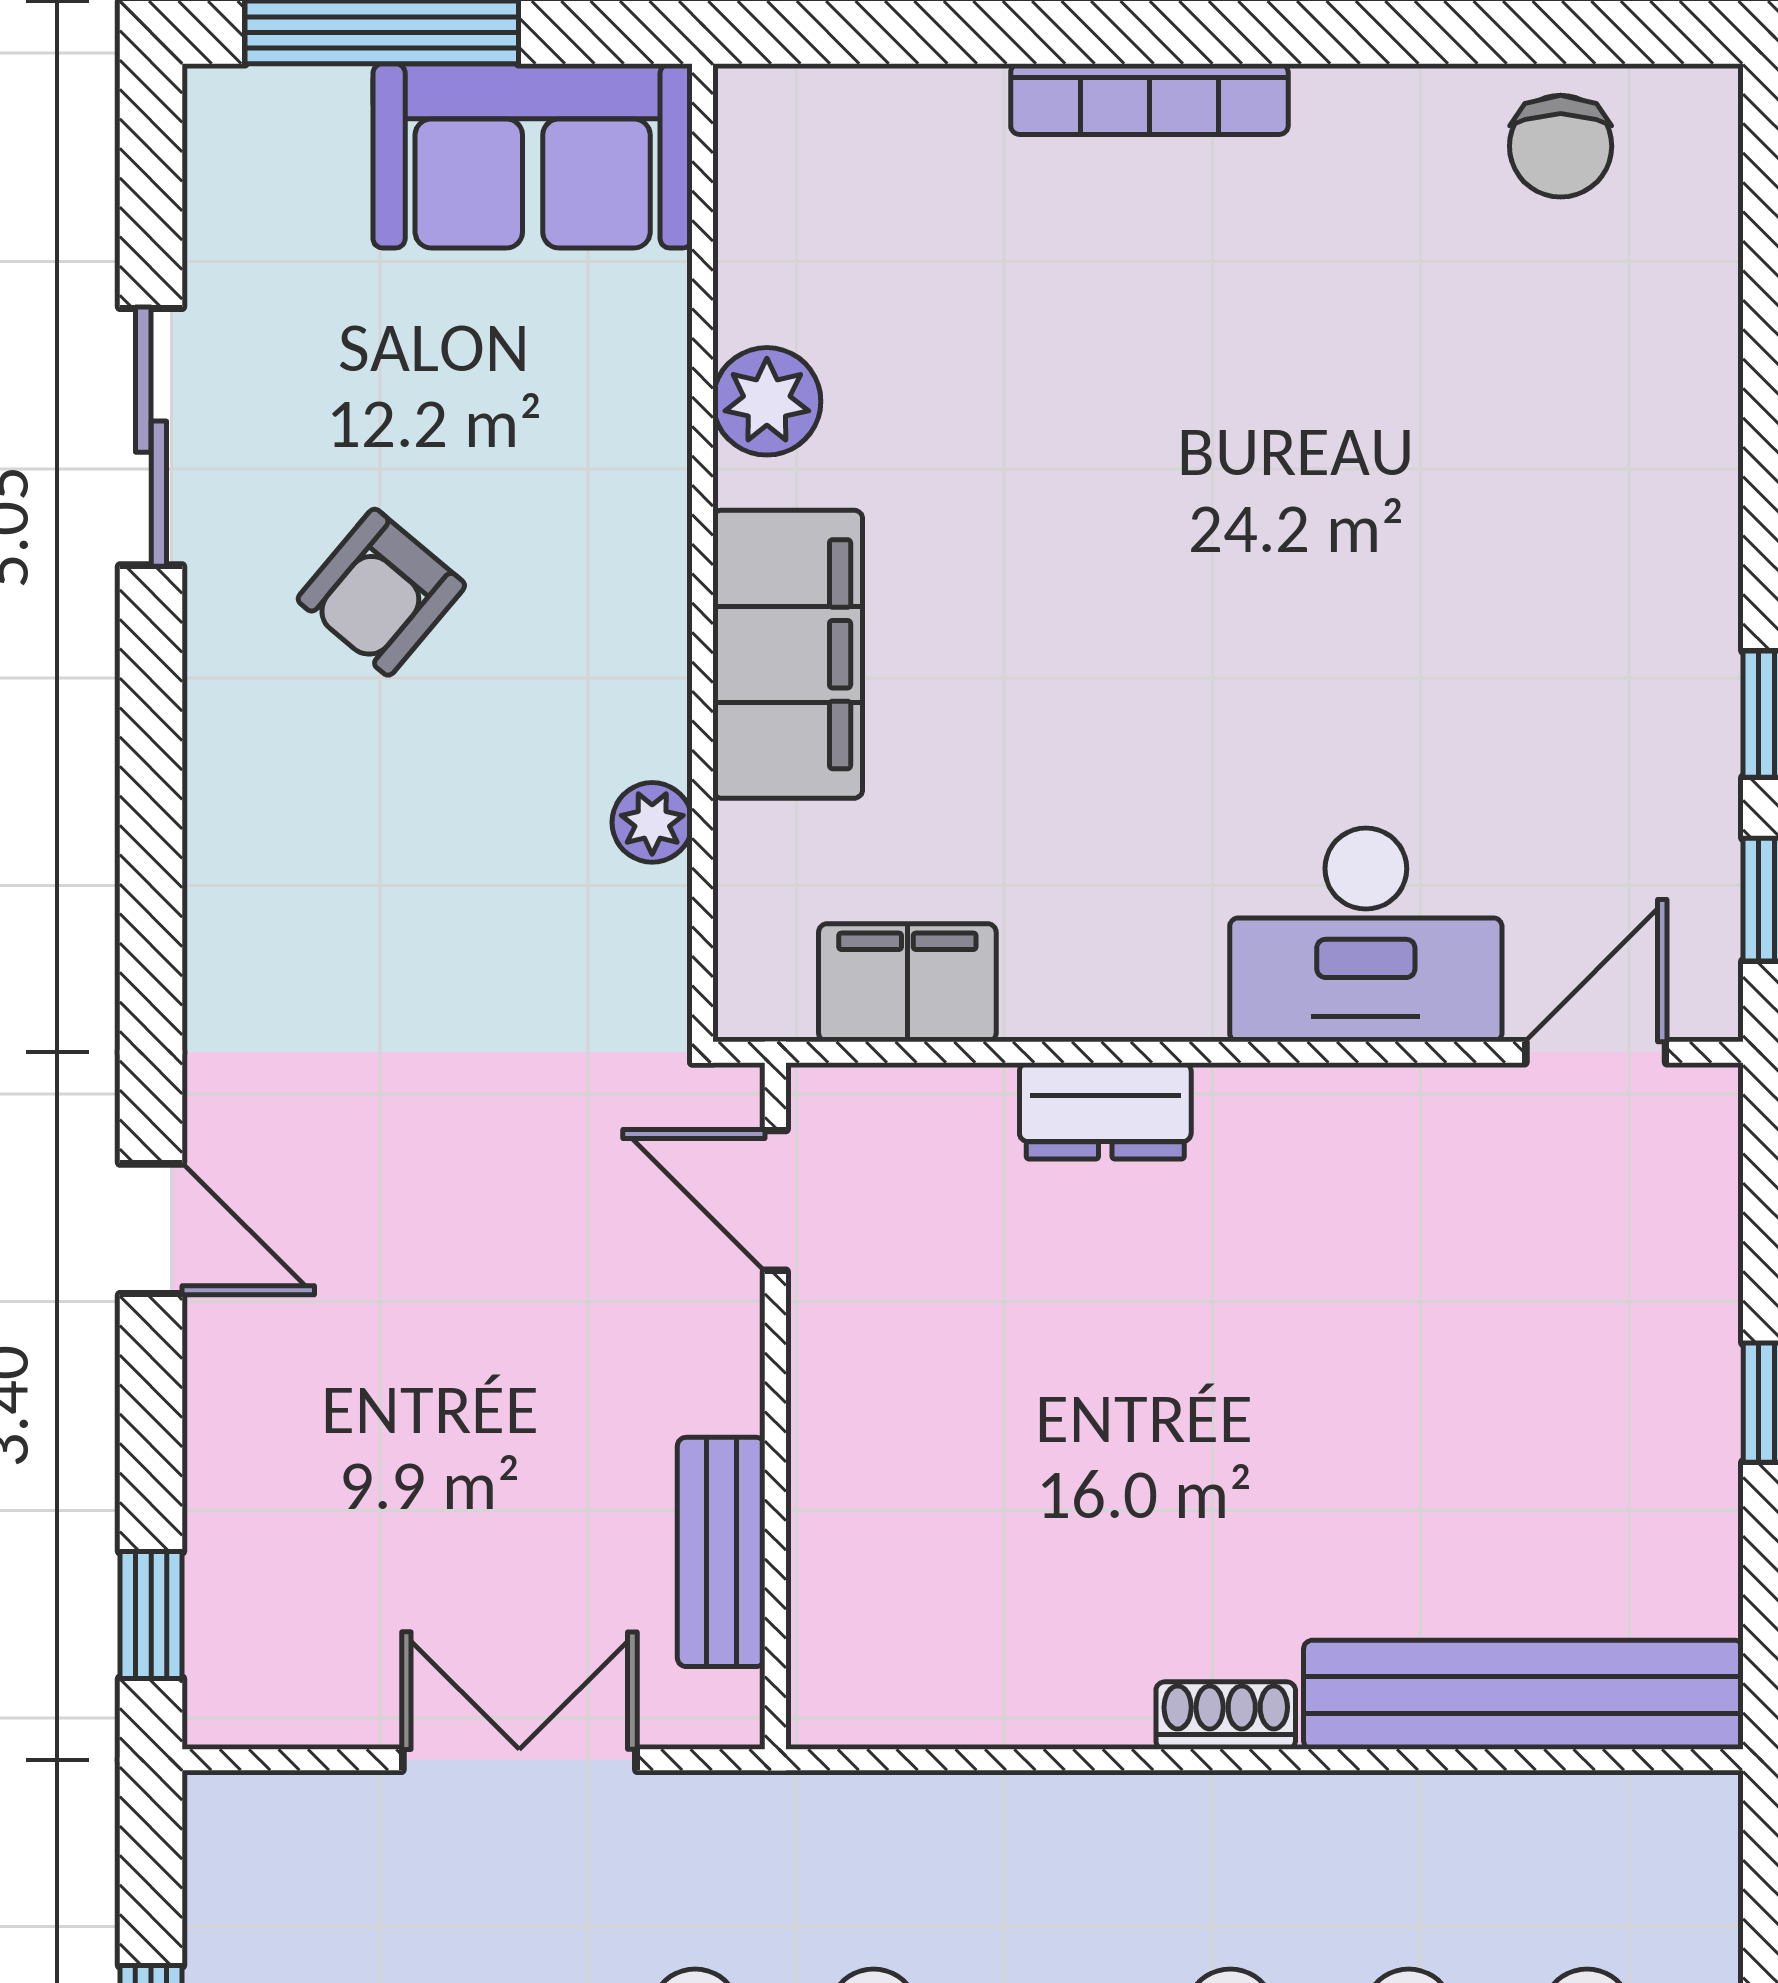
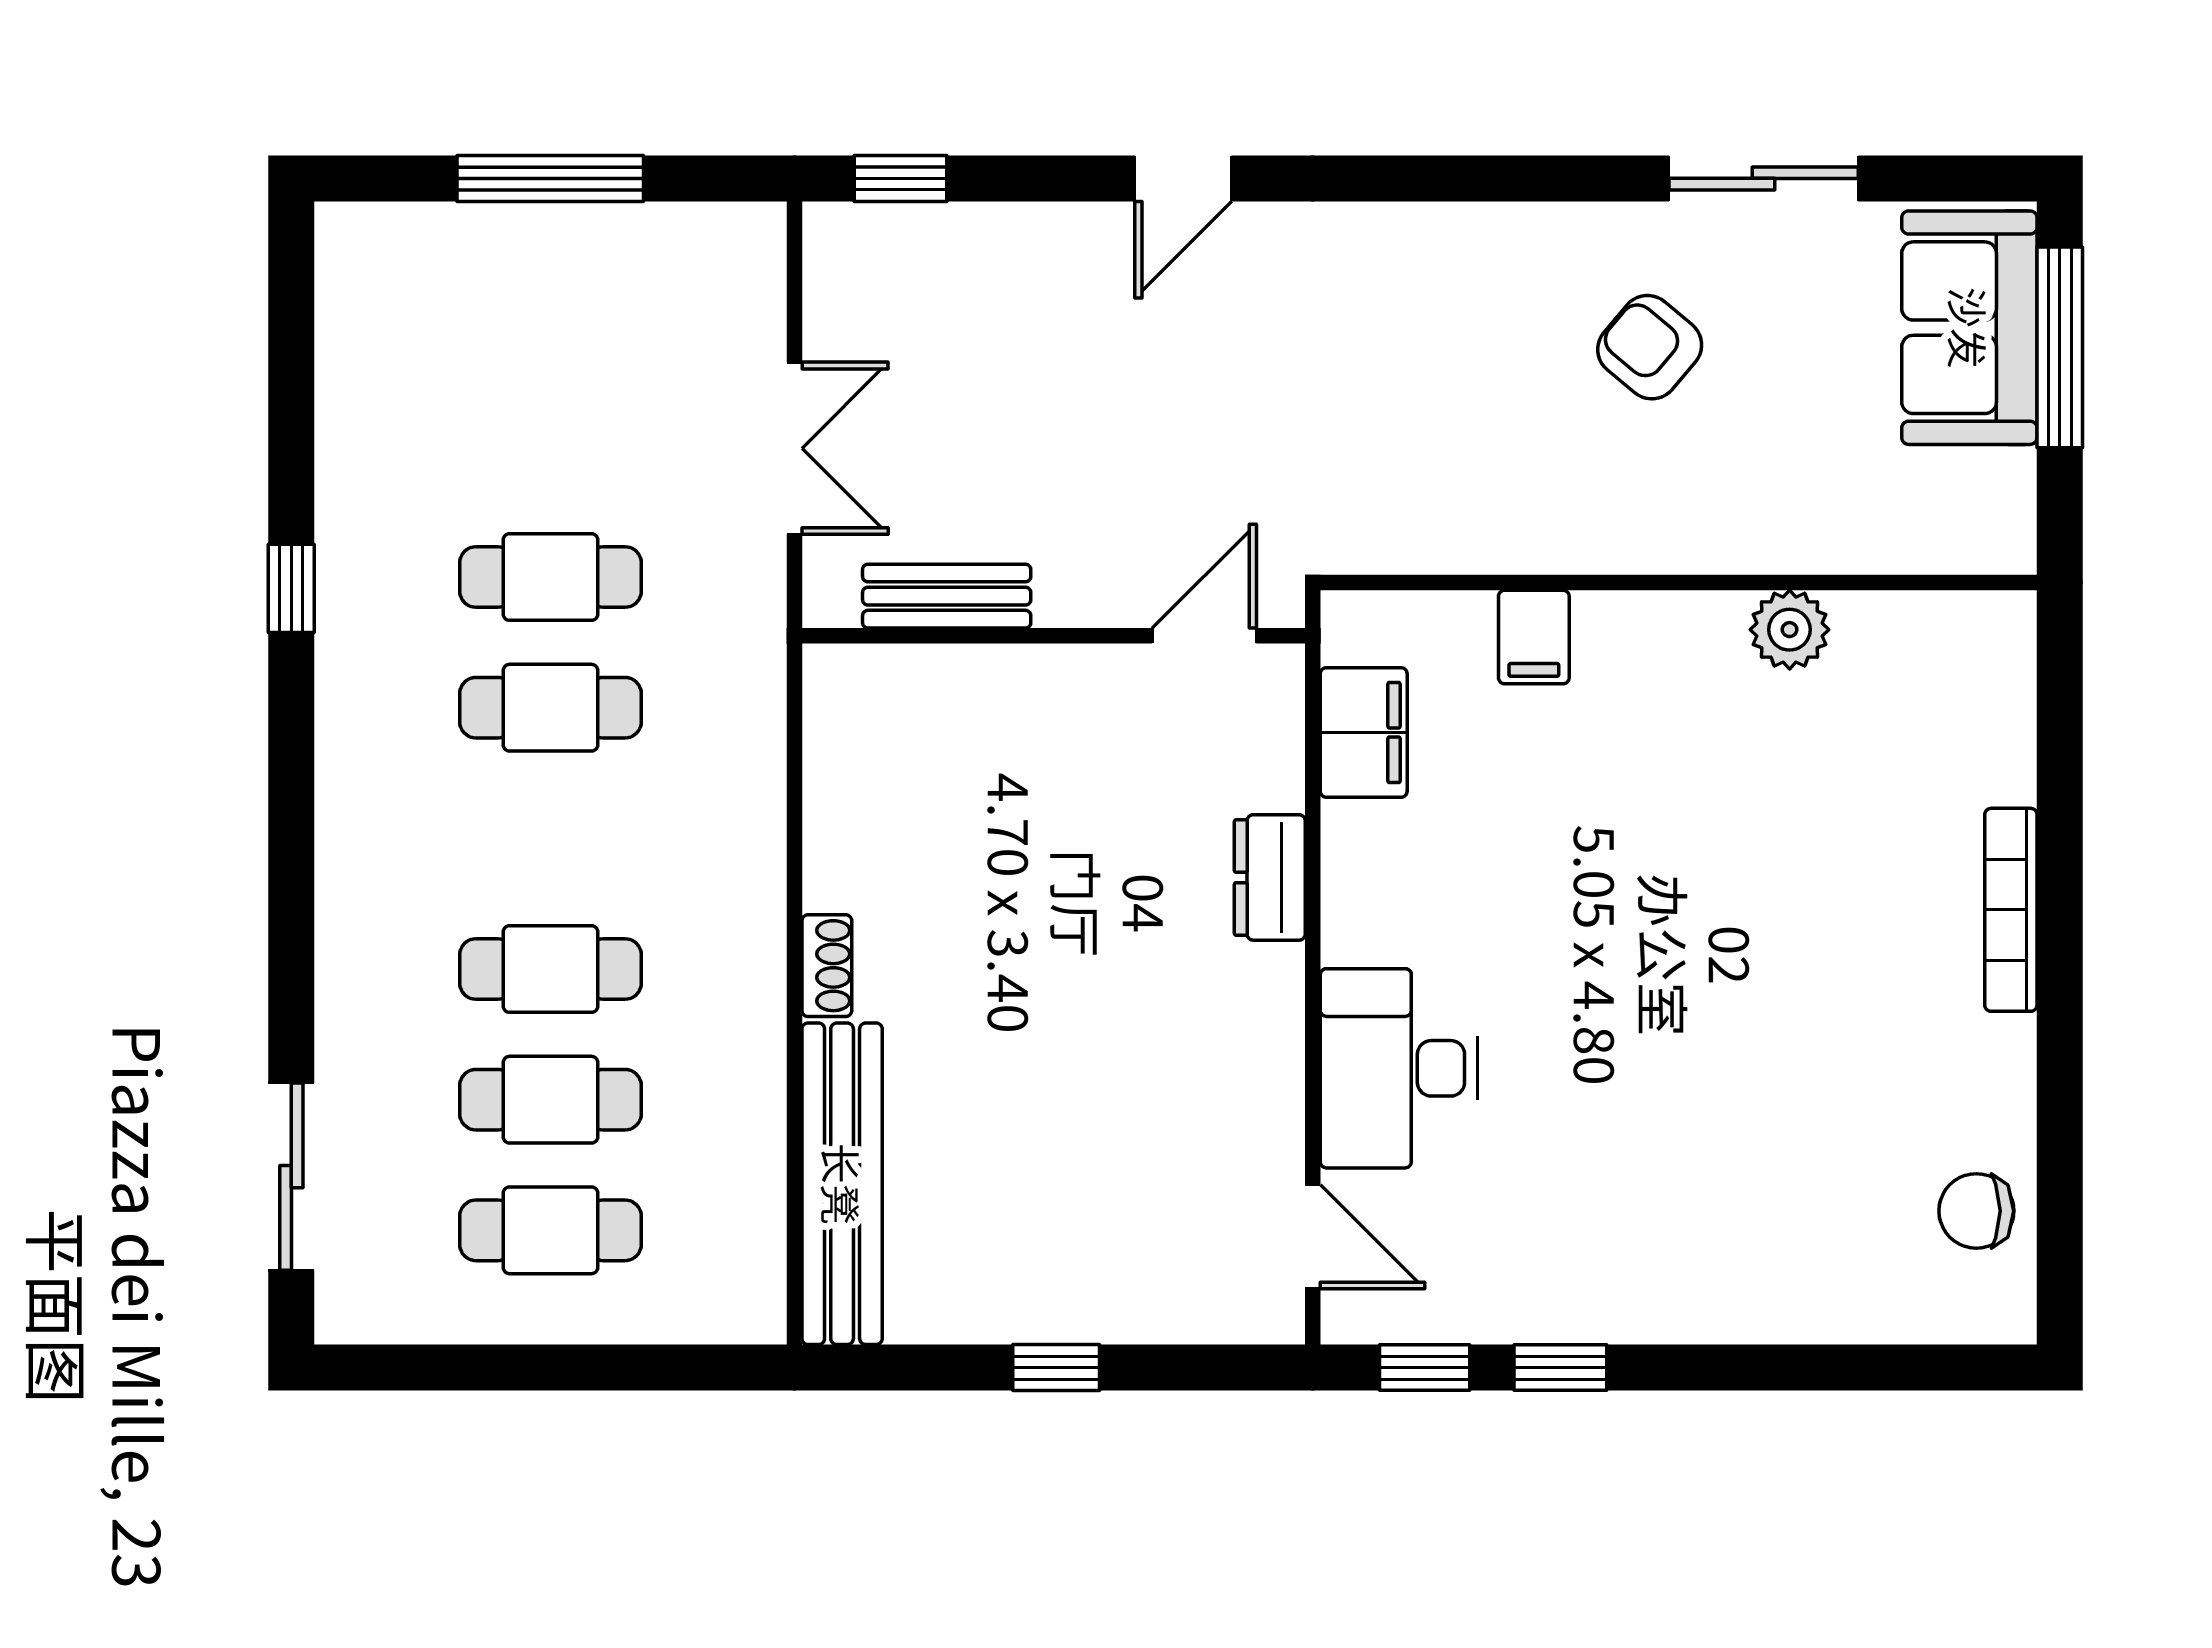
sofa: (533, 156) -> (1969, 328), moved
filing cabinet: (788, 654) -> (1534, 637), width x0.33, depth x0.86
plant: (652, 822) -> (1481, 546), removed

